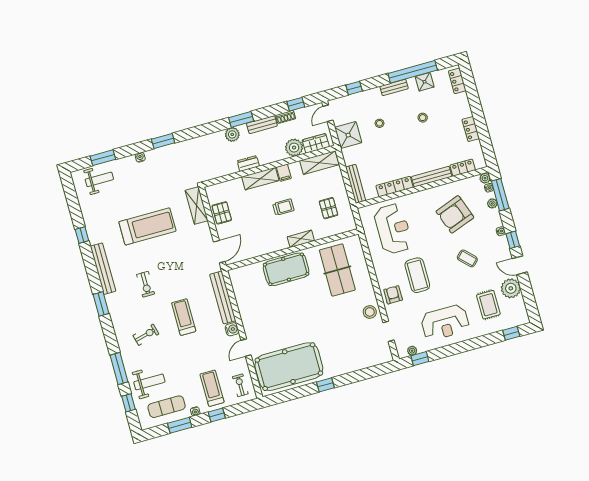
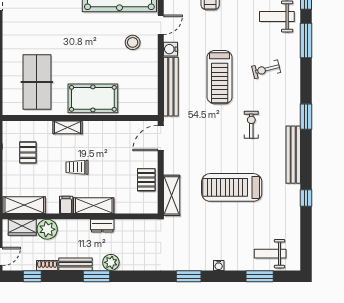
stool: (370, 312) -> (133, 42), moved
treadmill: (184, 317) -> (220, 77), width x1.37, depth x1.38

